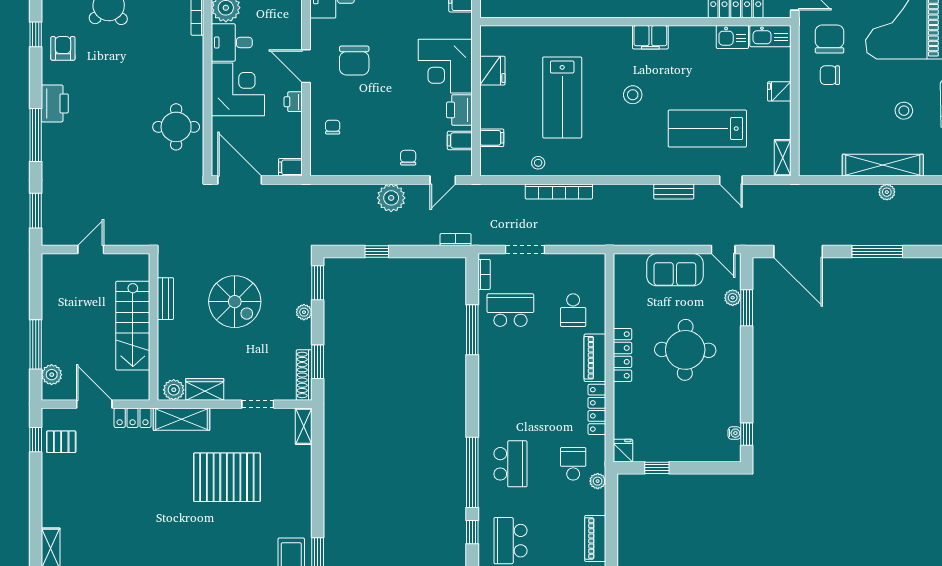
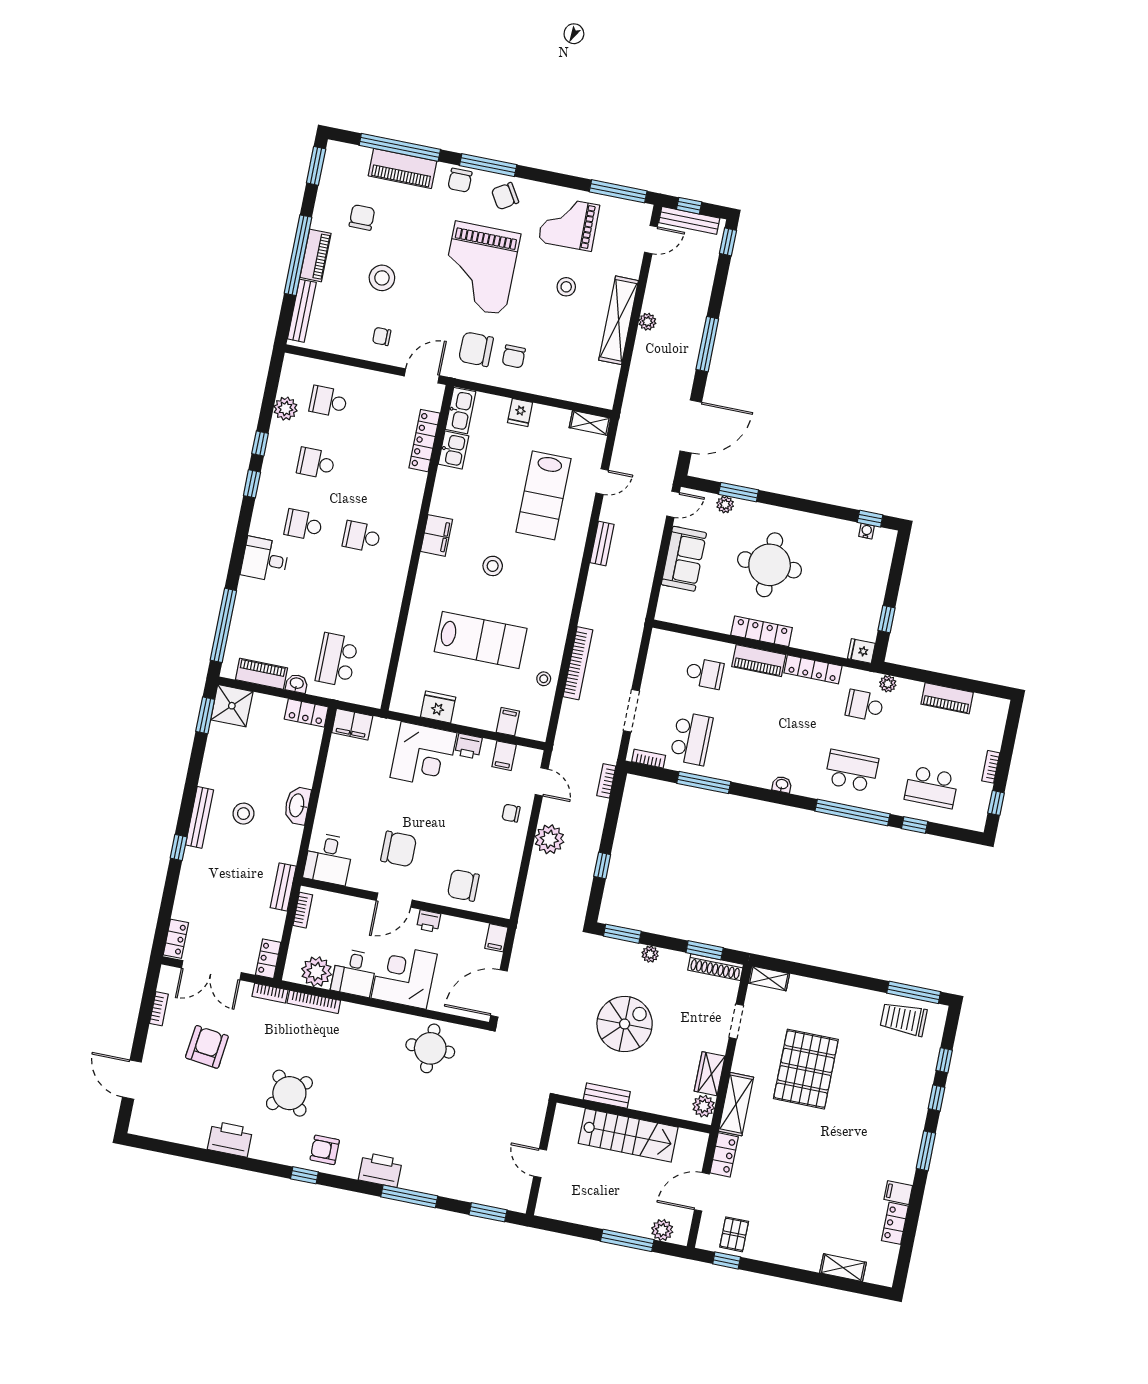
printer: (459, 110) -> (468, 746), width x0.73, depth x0.81
chair: (333, 127) -> (463, 885), width x1.87, depth x1.87
school desk: (510, 310) -> (691, 739), turned 180
washbasin: (485, 402) -> (782, 784), added

